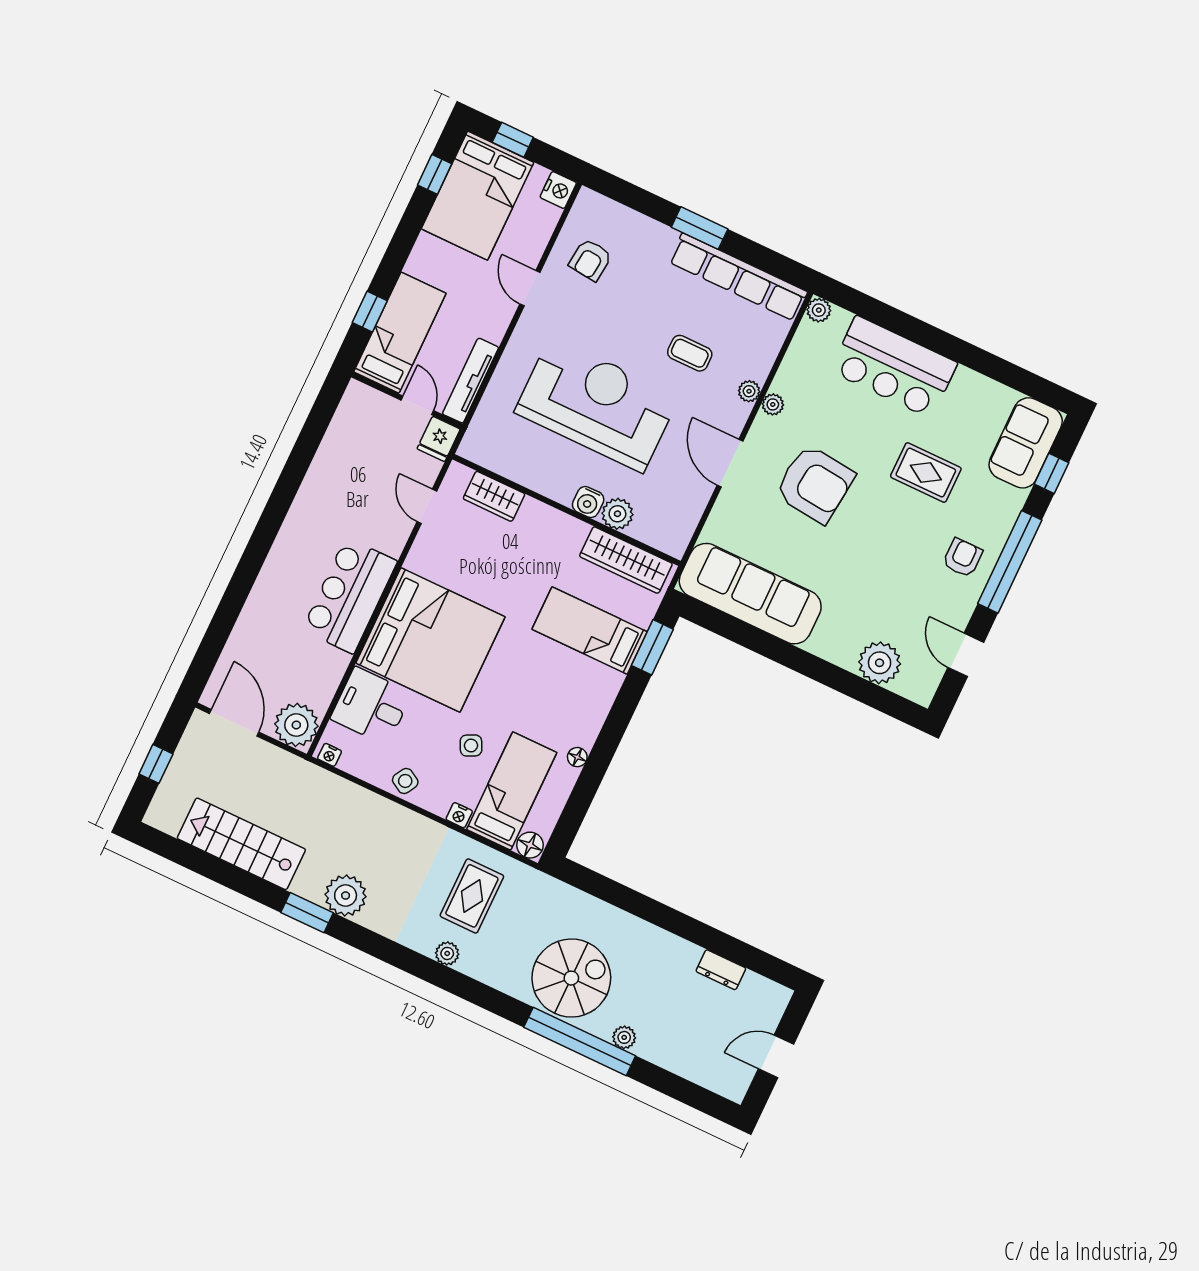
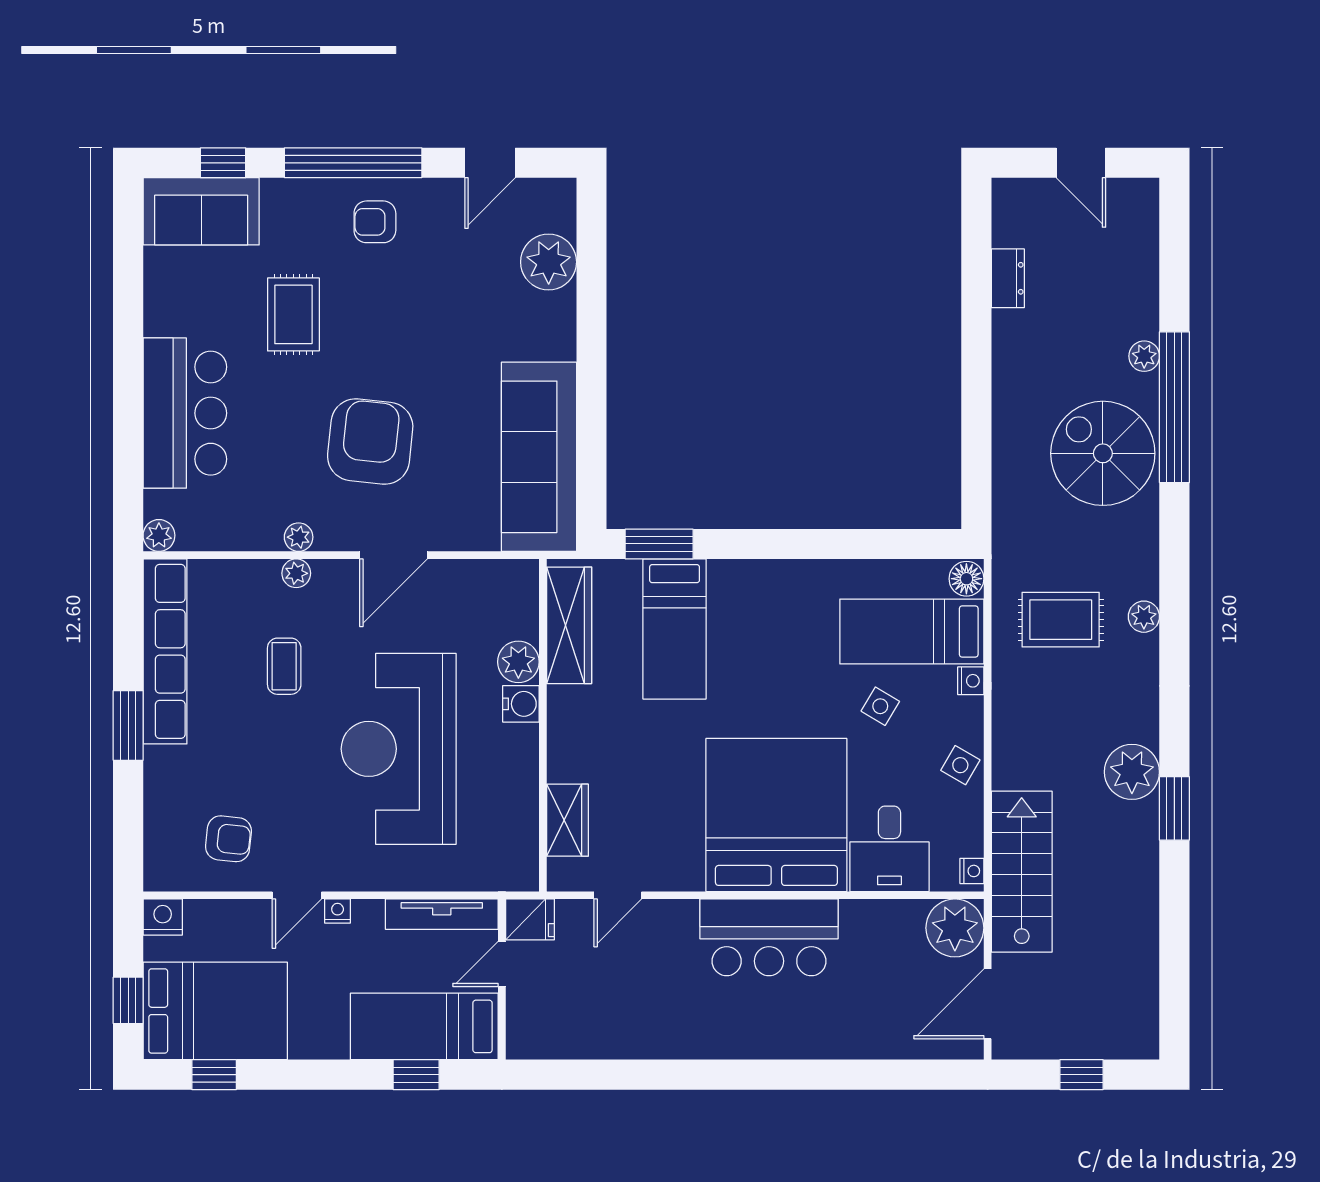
nightstand: (506, 311) -> (338, 911), added
side table: (471, 746) -> (880, 706), turned -33
floor lamp: (577, 757) -> (834, 572), removed
stairs: (241, 844) -> (1022, 872), moved, turned 180

